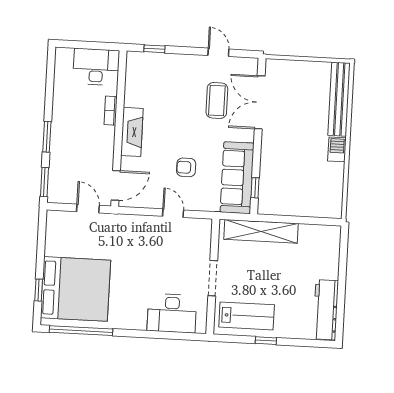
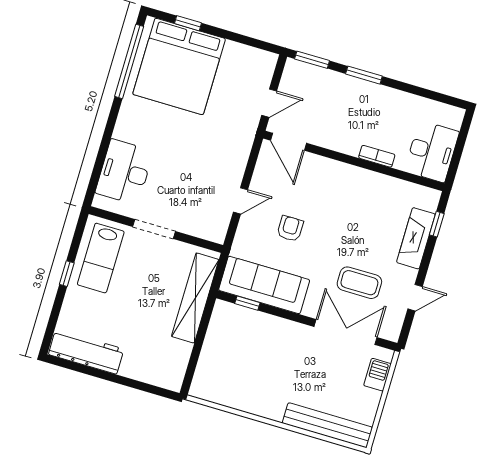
fireplace: (132, 132) -> (416, 238), moved, turned 90
barbecue: (337, 149) -> (377, 375), moved, turned -90

